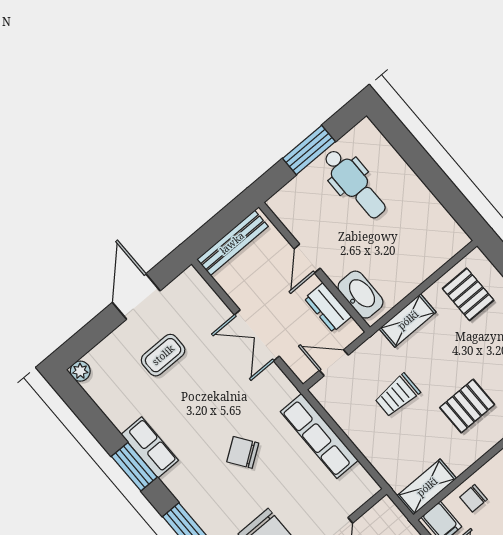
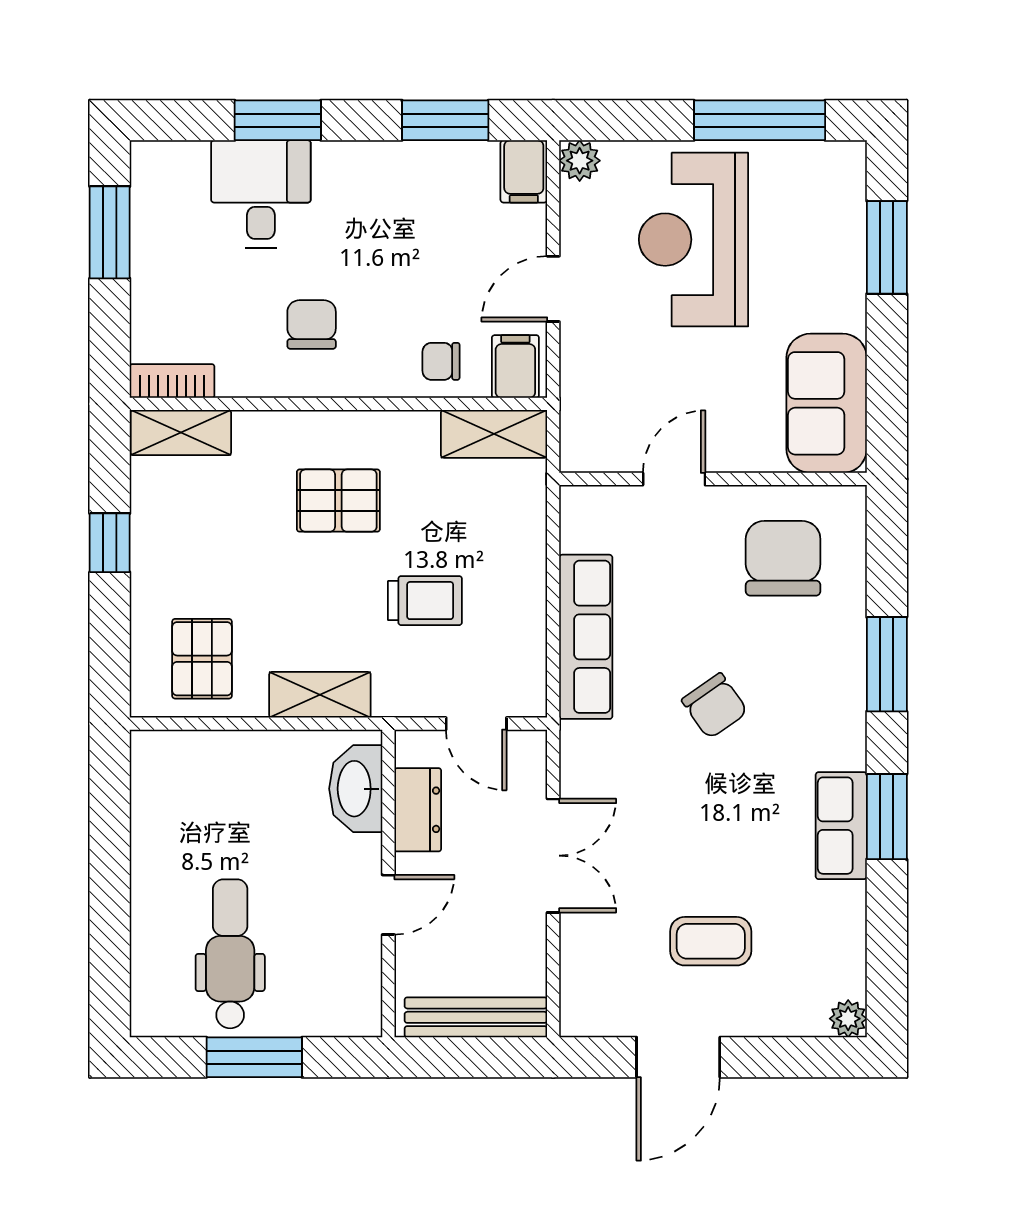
chair: (473, 498) -> (441, 361), turned 180

